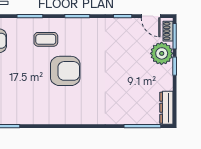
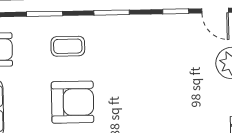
armchair: (65, 71) -> (73, 102), moved

